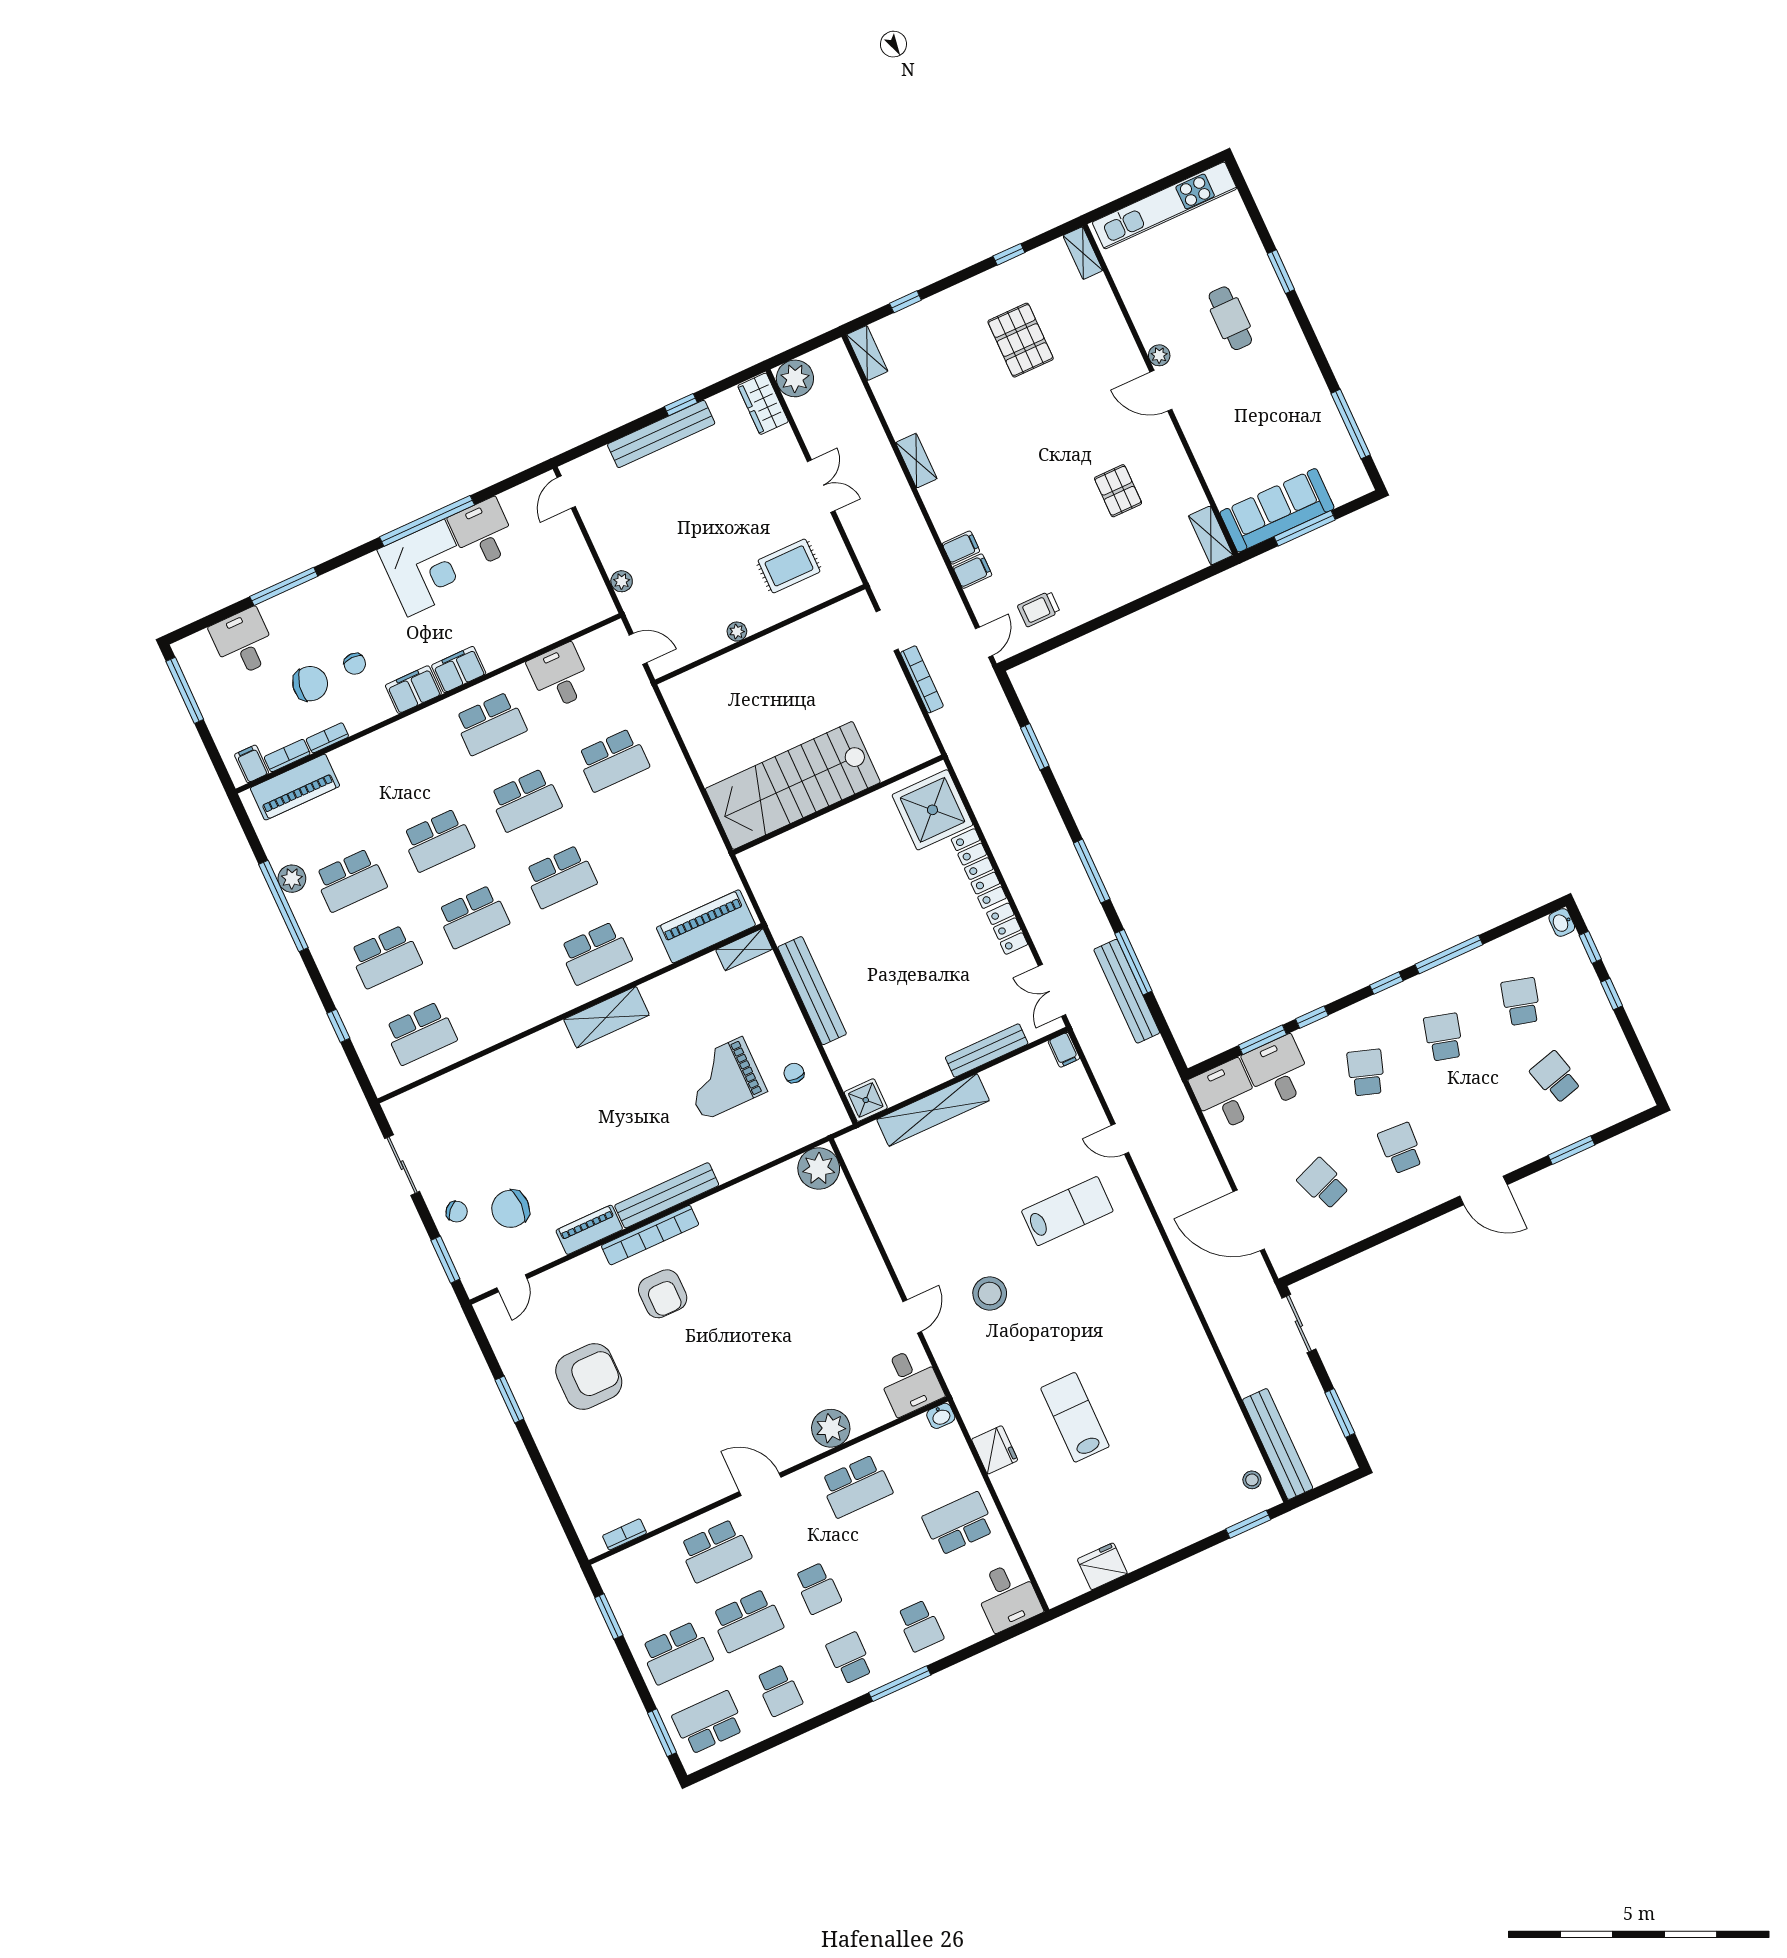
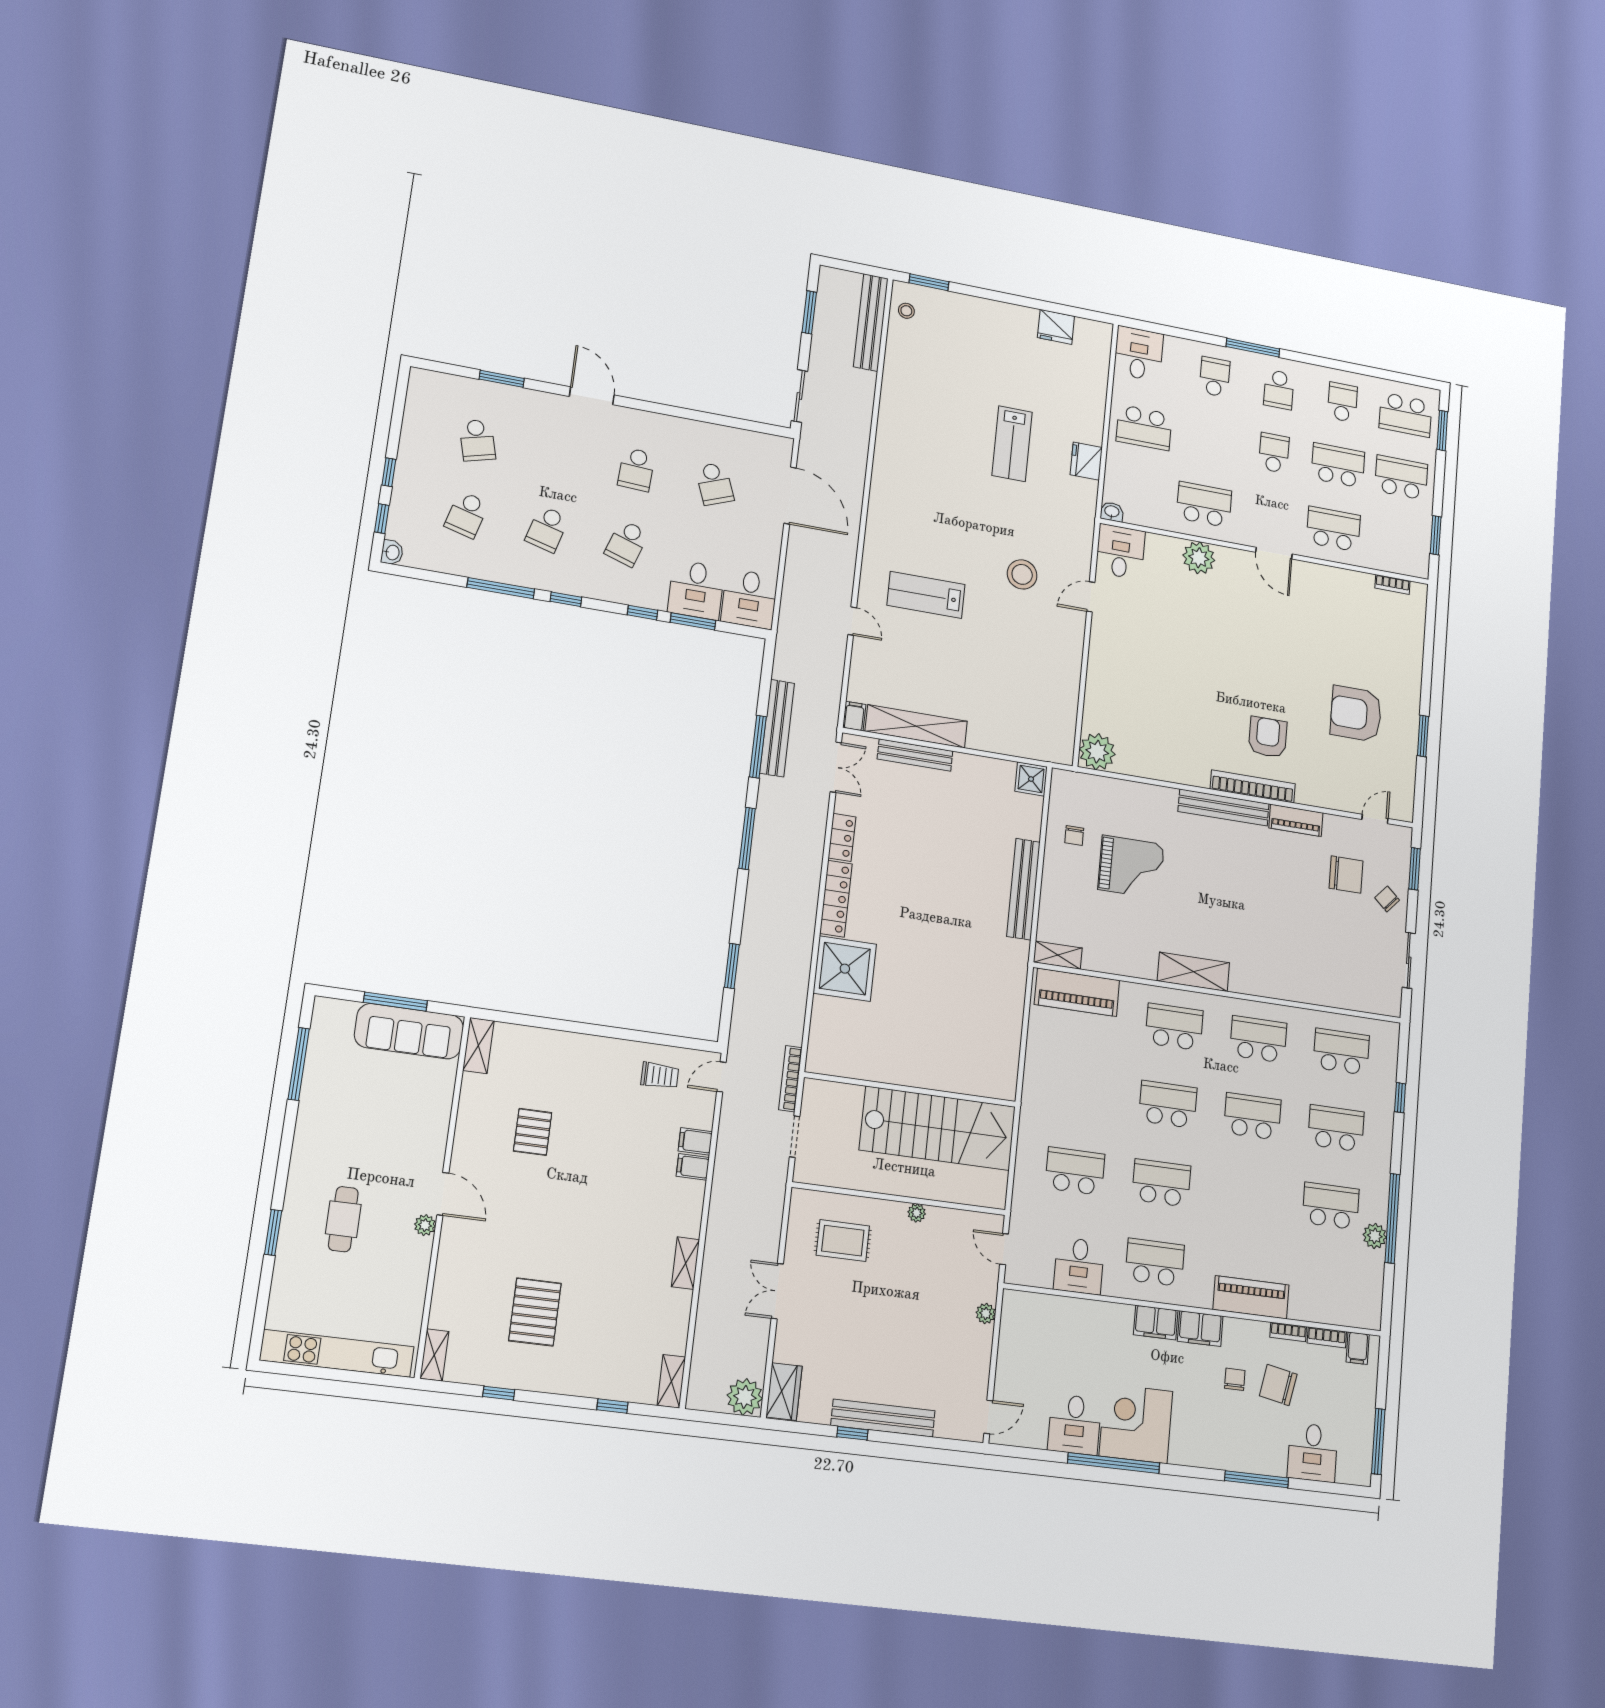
stairs: (793, 785) -> (938, 1128), moved
piano: (295, 787) -> (1251, 1297), moved
wall: (838, 805) -> (911, 1089), moved
school desk: (438, 840) -> (1258, 1039), moved
shelving: (933, 1110) -> (916, 726), moved

